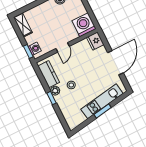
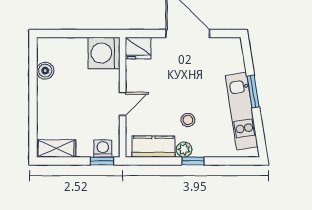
door: (63, 47) -> (123, 104), hinge flipped
kitchen unit: (102, 101) -> (242, 111), moved

